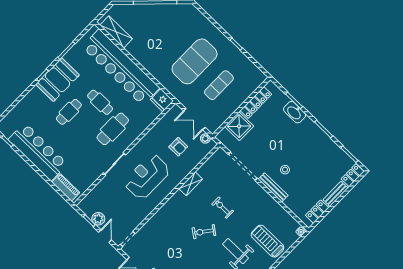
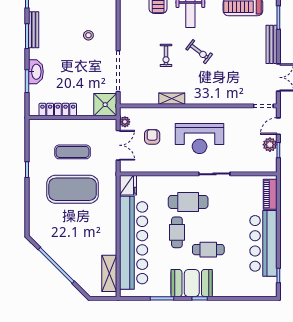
shower: (239, 126) -> (105, 105), moved
bench: (273, 187) -> (34, 30), moved

